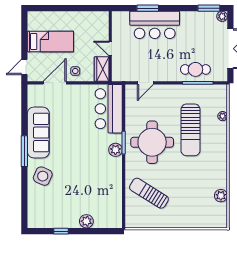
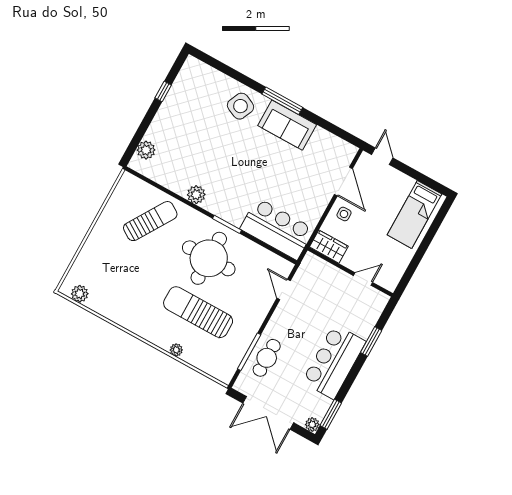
bar counter: (155, 25) -> (334, 362), moved
bed: (50, 41) -> (414, 214), moved
door: (110, 49) -> (363, 279), moved
plant: (223, 116) -> (176, 350), moved
sofa: (38, 133) -> (287, 125), width x0.73
plant: (115, 150) -> (196, 195), moved
plant: (221, 196) -> (80, 294), moved
plant: (86, 221) -> (146, 150), moved

